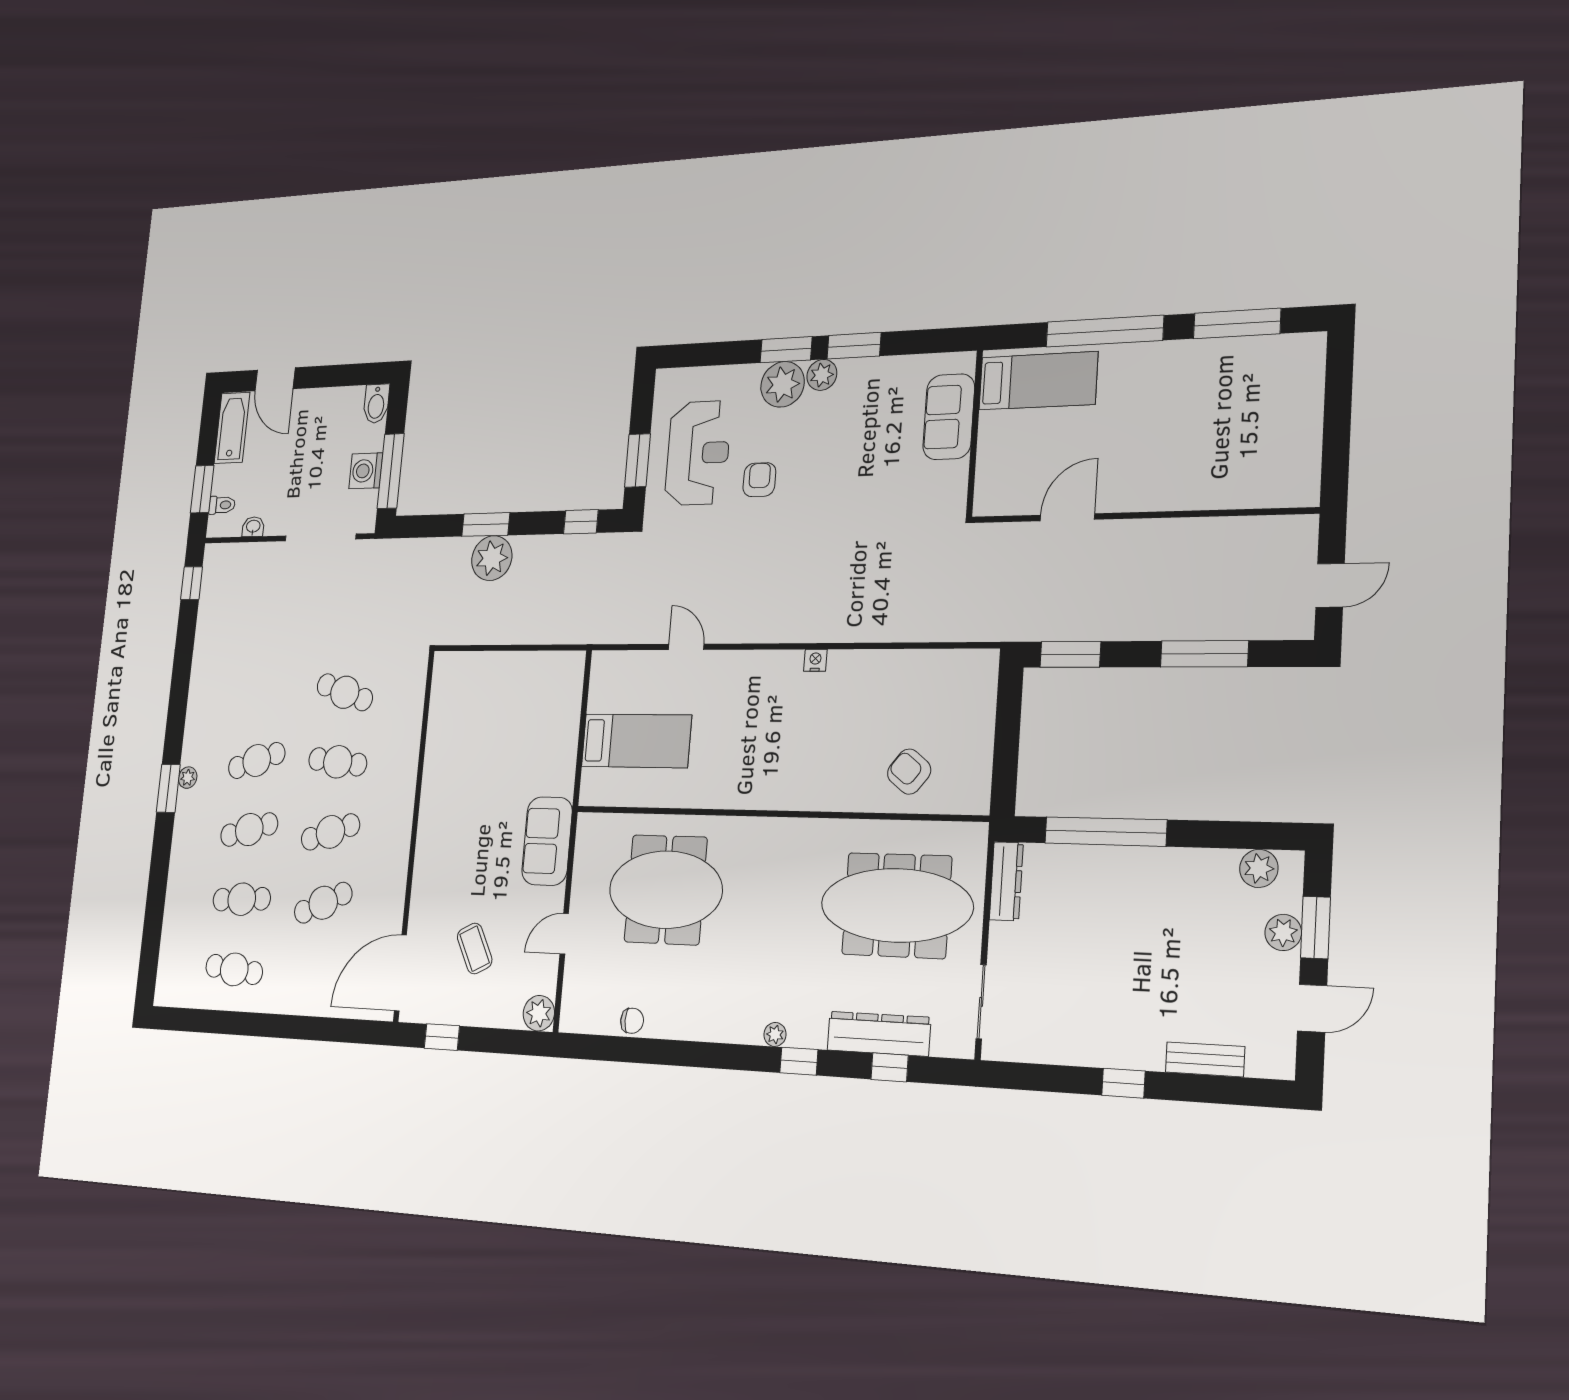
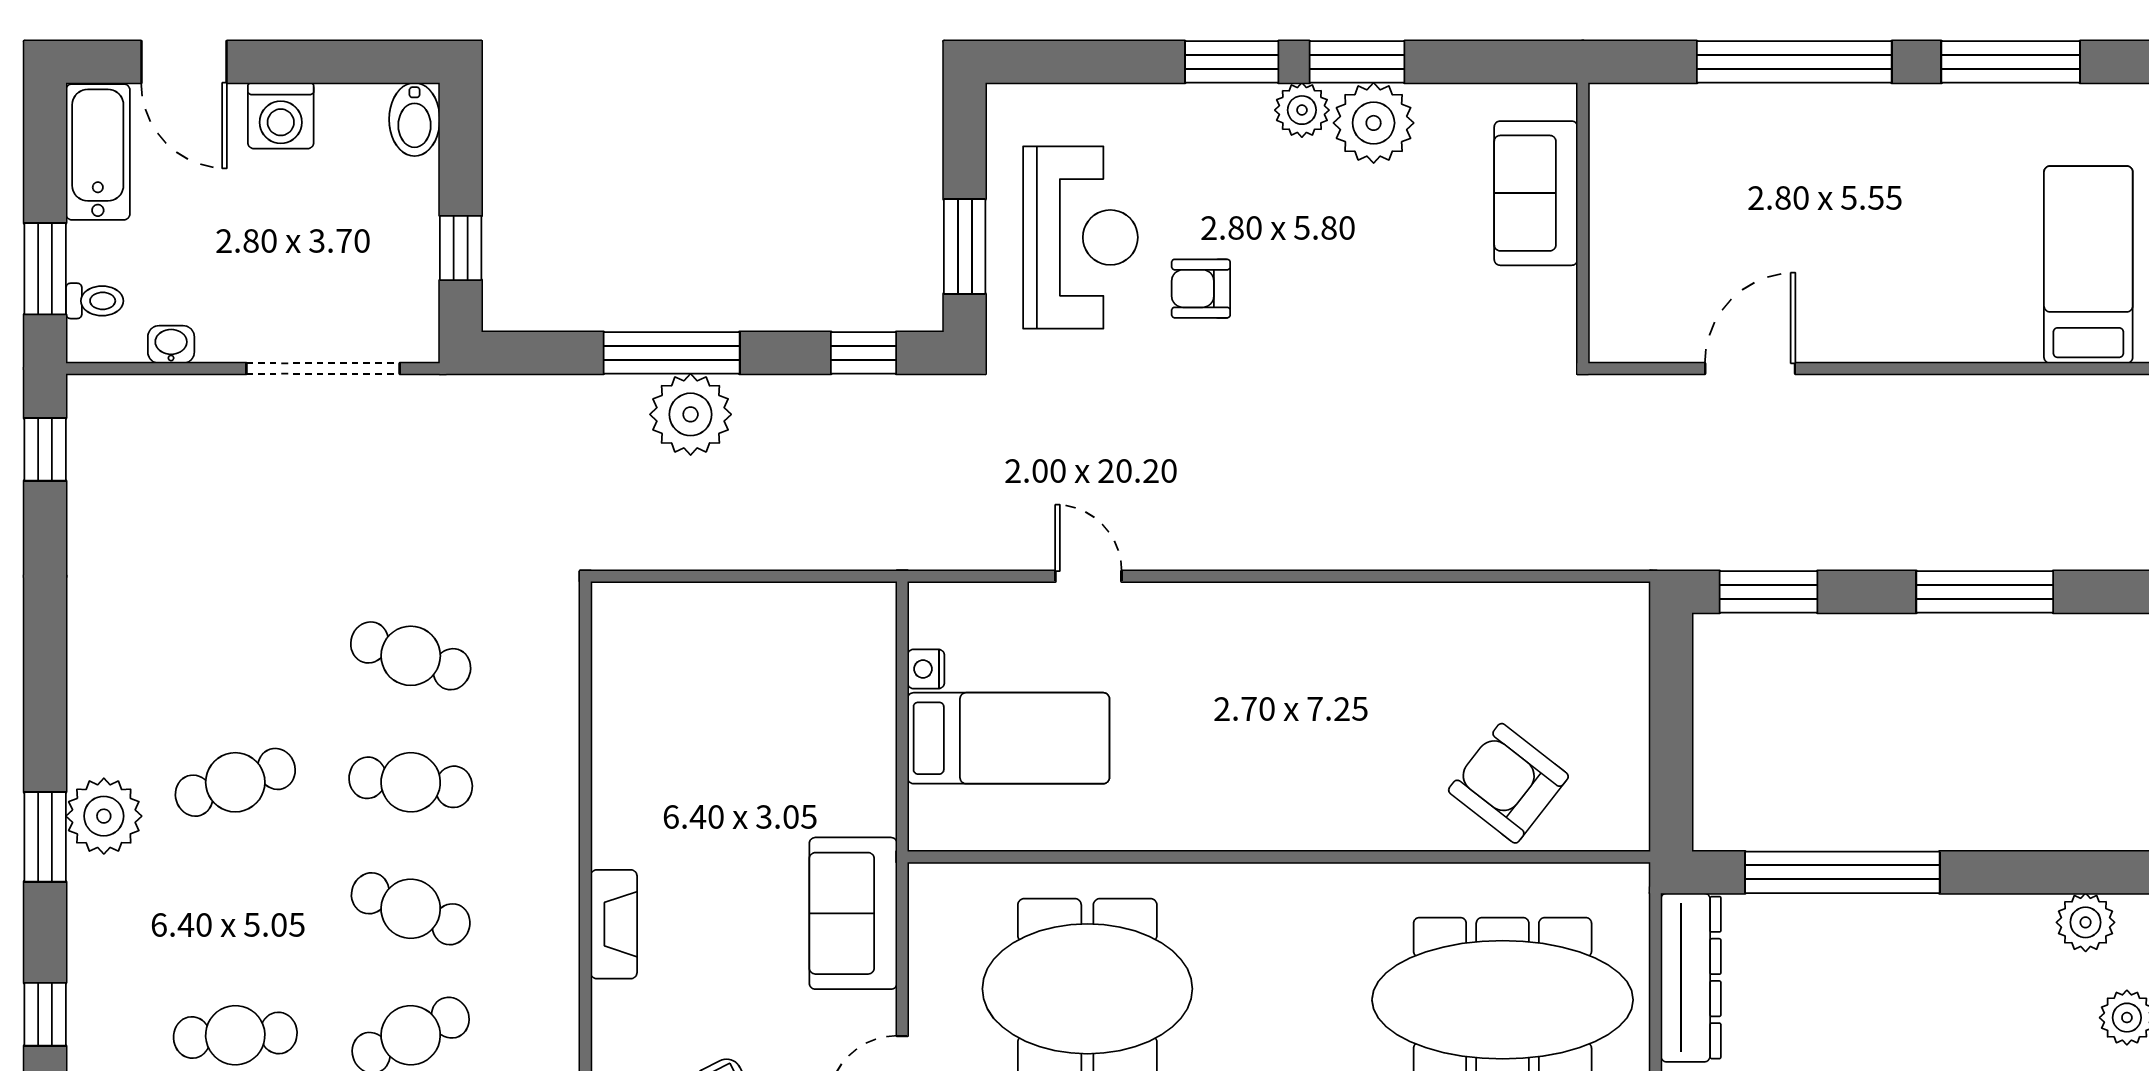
bed: (1038, 381) -> (2088, 265), moved, turned -90
plant: (783, 384) -> (1374, 123), moved
washing machine: (366, 471) -> (281, 116), moved, turned -90
window: (391, 471) -> (461, 248), width x0.46
armchair: (759, 480) -> (1201, 289), turned -90
window: (486, 524) -> (672, 353), width x1.44
nightstand: (815, 660) -> (926, 669), moved, turned -90
armchair: (909, 772) -> (1508, 783), width x1.38, depth x1.38
plant: (188, 778) -> (104, 816), width x1.88, depth x1.88
cafe table: (249, 830) -> (235, 909), removed
cafe table: (330, 832) -> (411, 909), turned 39
fireplace: (427, 844) -> (614, 924), added
dresser: (1006, 881) -> (1691, 978), width x1.37, depth x1.24
window: (158, 884) -> (45, 1014), added

